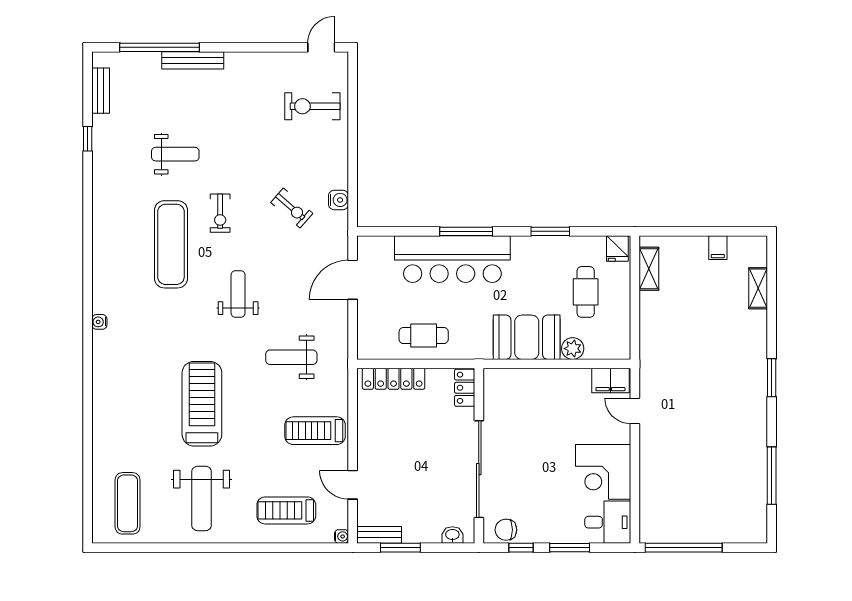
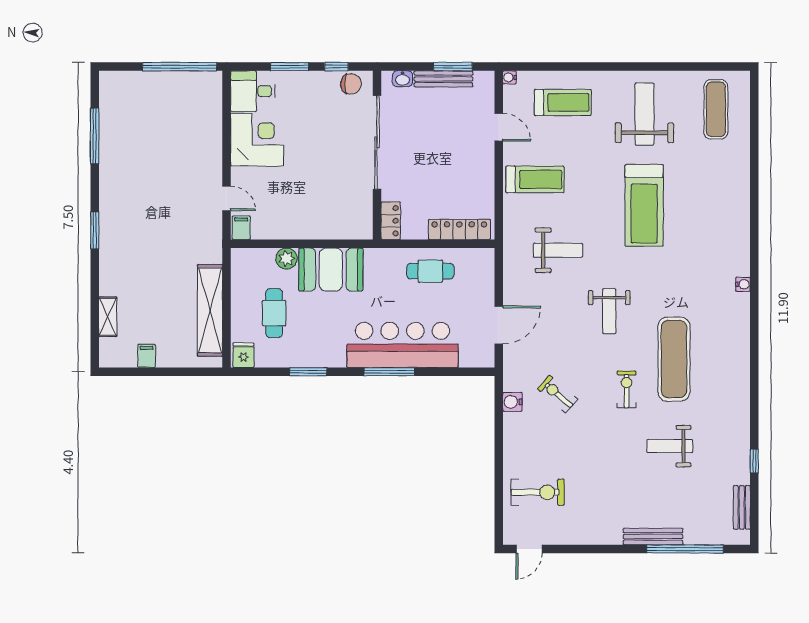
shelving: (649, 269) -> (210, 310), width x2.20, depth x1.33
filing cabinet: (610, 380) -> (241, 228), width x0.50
bench: (379, 535) -> (443, 79), moved, width x1.36

